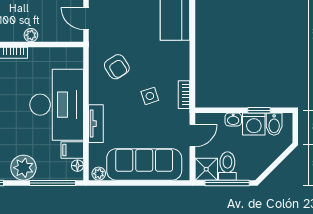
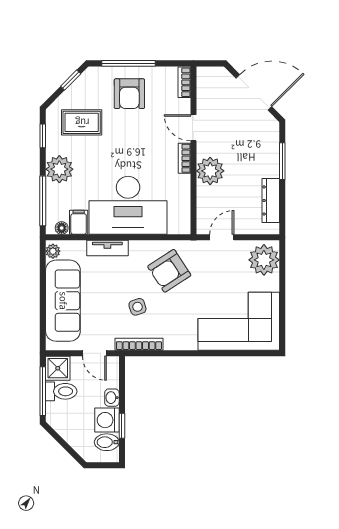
plant: (31, 35) -> (210, 171), width x1.88, depth x1.88
armchair: (117, 67) -> (169, 271), width x1.38, depth x1.38
bookcase: (184, 95) -> (139, 344), width x1.56

